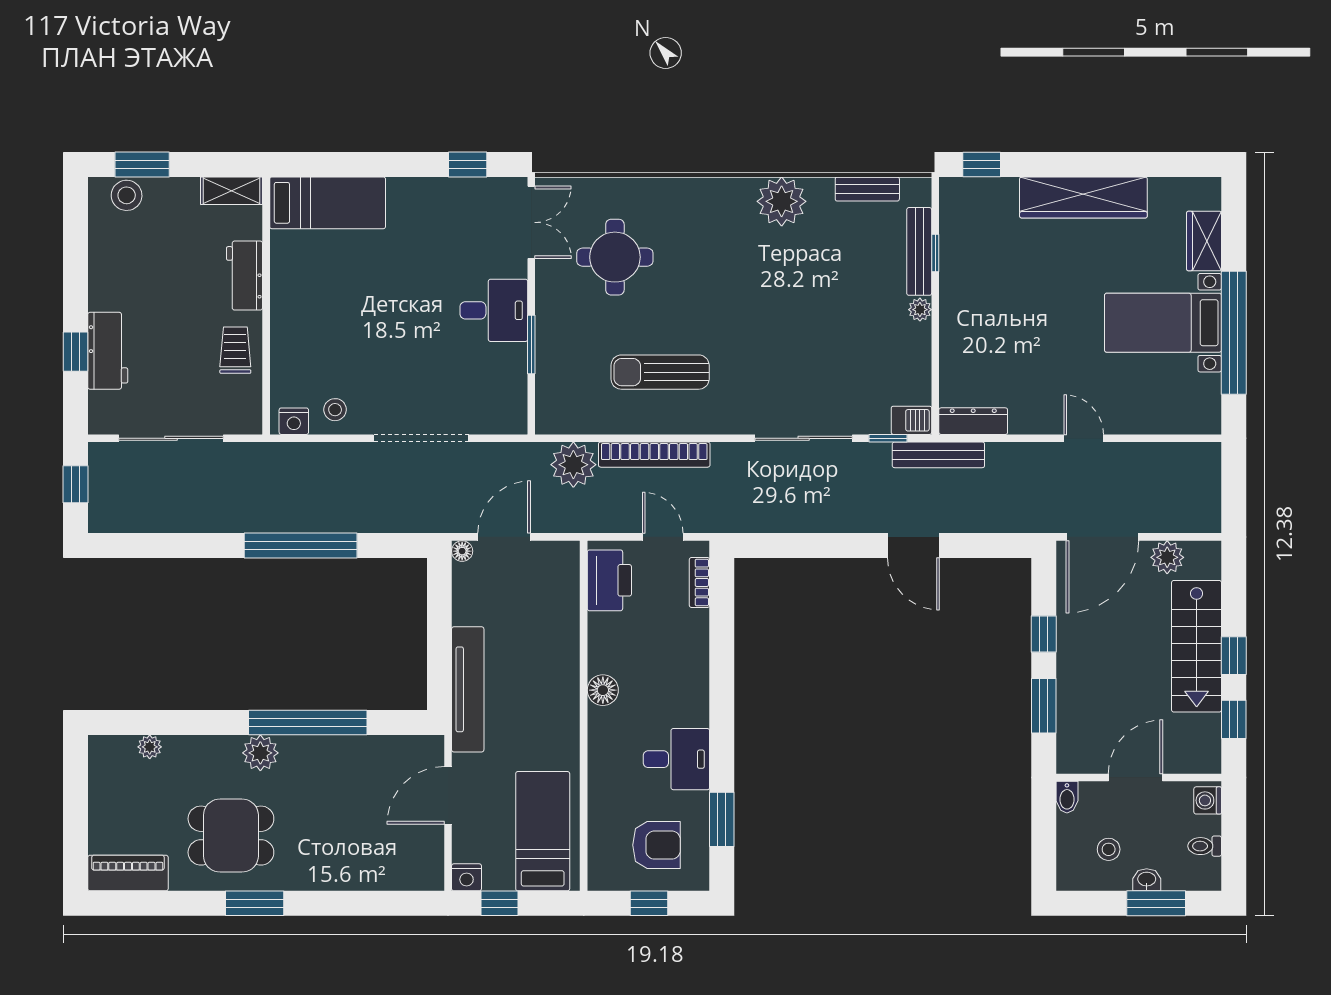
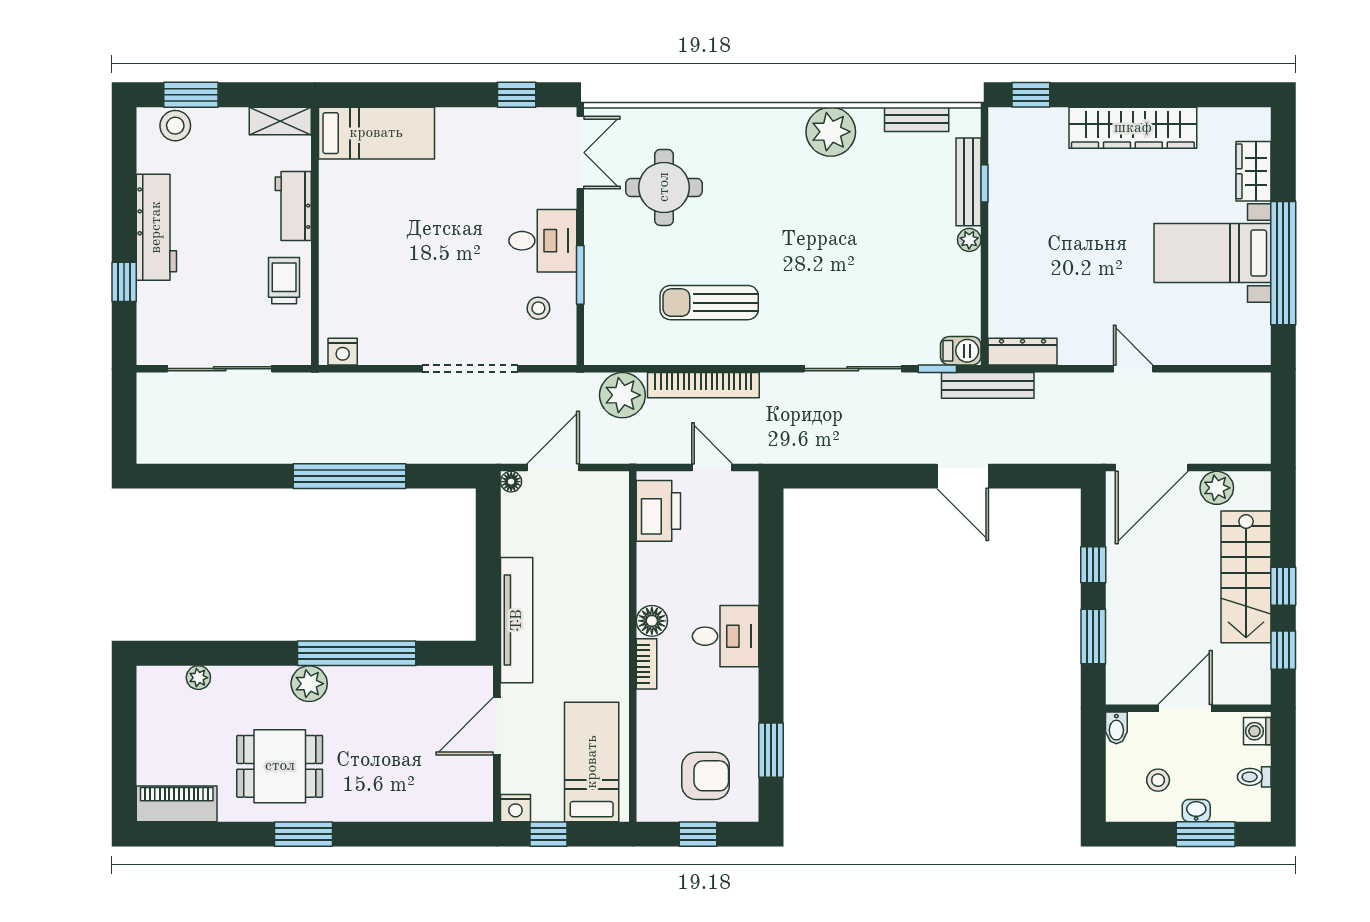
workbench: (108, 351) -> (156, 227), moved, width x1.38
stool: (335, 410) -> (538, 308), moved
window: (75, 484) -> (124, 415), removed
bookcase: (699, 582) -> (646, 664), moved, turned 180
desk: (676, 759) -> (726, 636), moved

